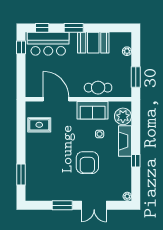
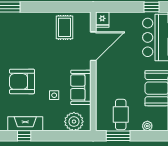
cafe table: (98, 88) -> (121, 115), moved
fridge: (32, 91) -> (102, 20), added
fireplace: (125, 141) -> (25, 124), moved

